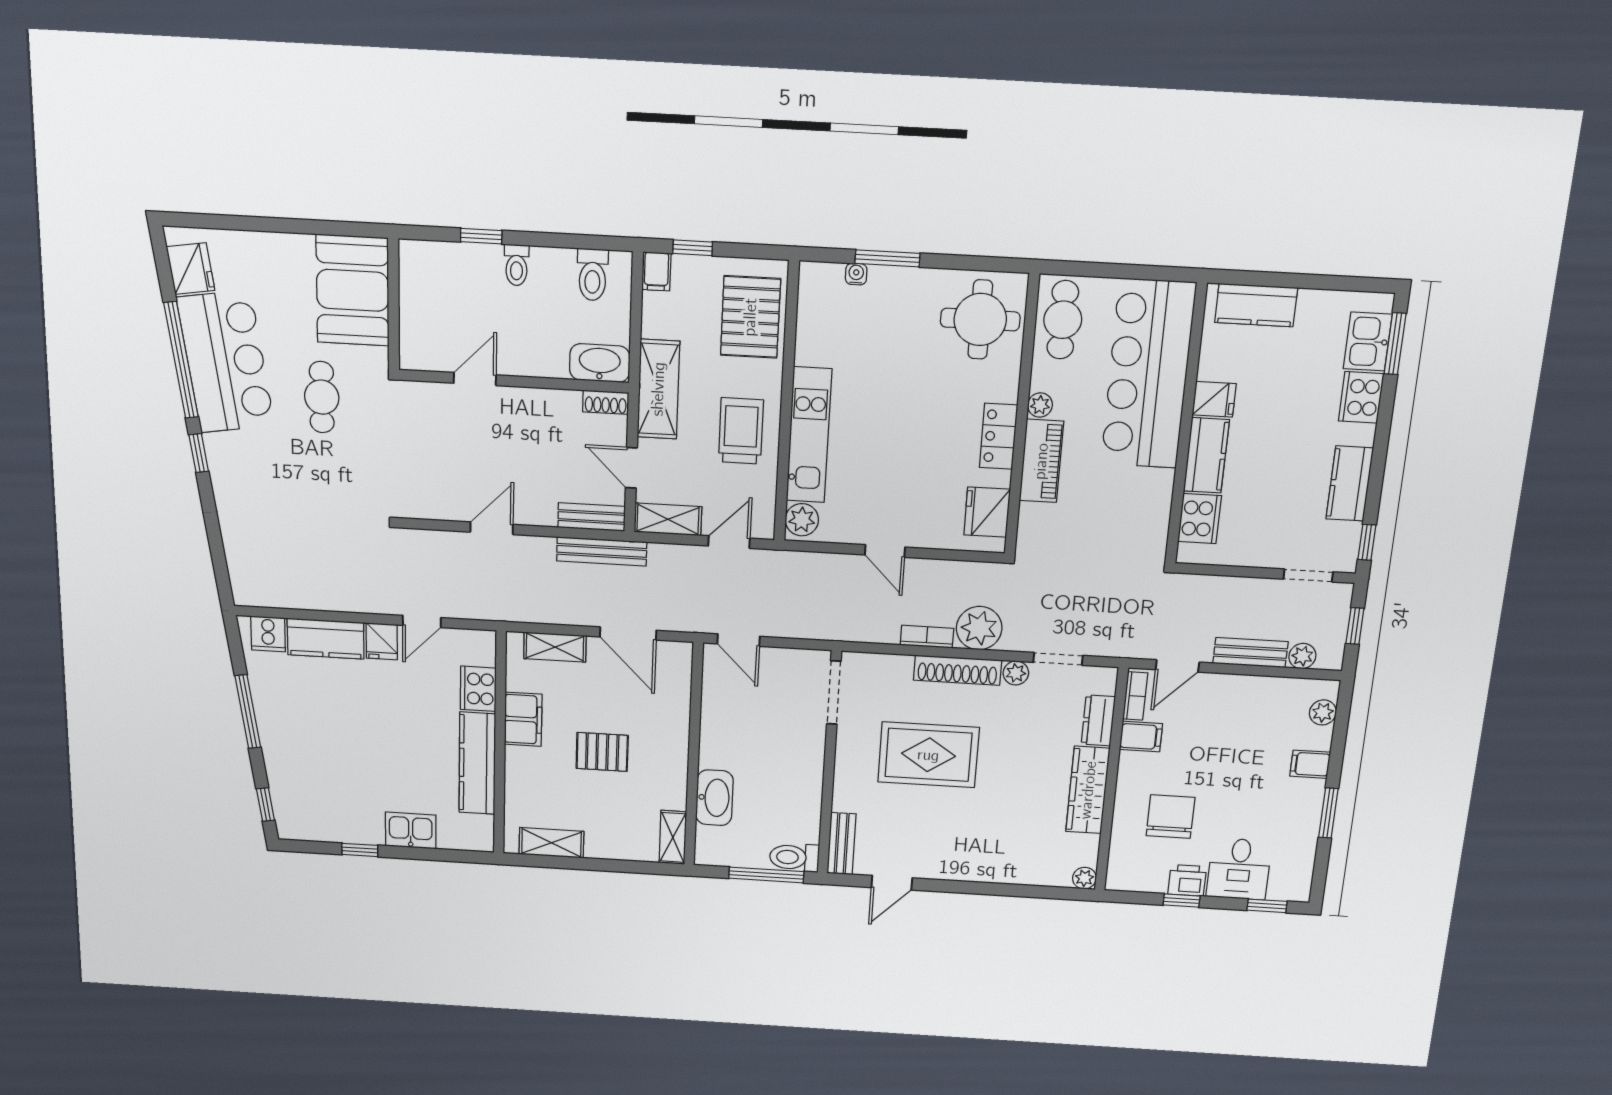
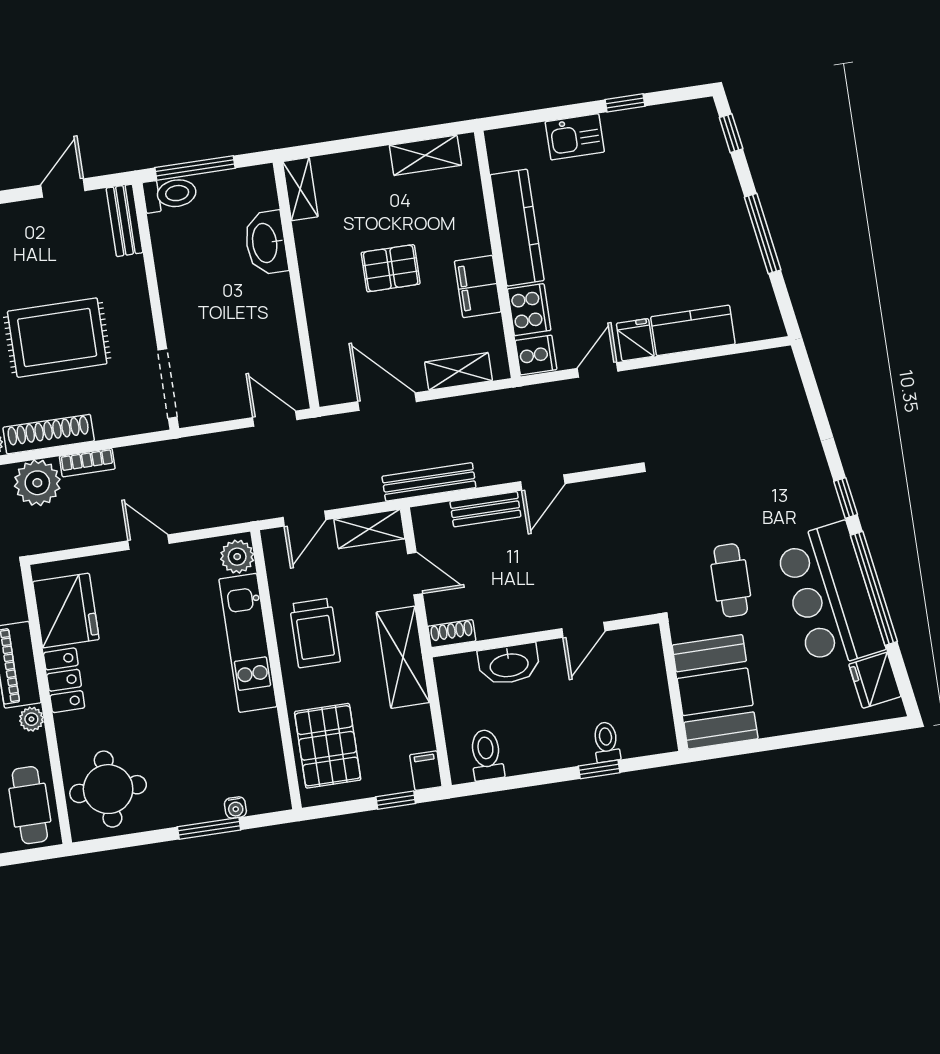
toilet: (517, 265) -> (606, 742), moved
washbasin: (600, 363) -> (509, 664), moved
fridge: (987, 512) -> (66, 611), width x1.36, depth x1.34
bench: (592, 517) -> (485, 509), moved
cooker: (268, 634) -> (536, 355), moved, turned 90

